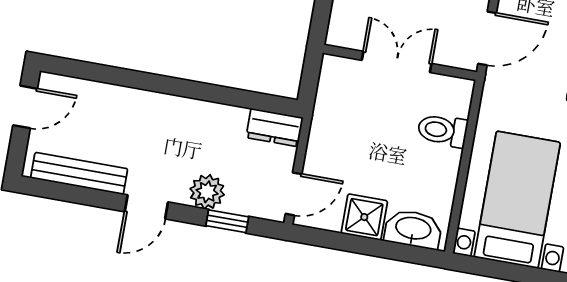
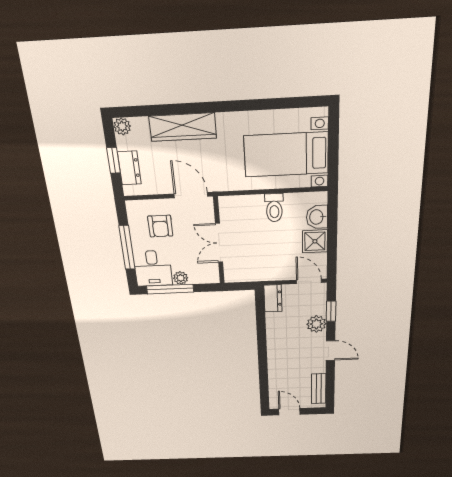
toilet: (442, 130) -> (274, 208), moved
bench: (79, 173) -> (319, 389), width x0.73
washbasin: (413, 229) -> (317, 217), width x0.72

